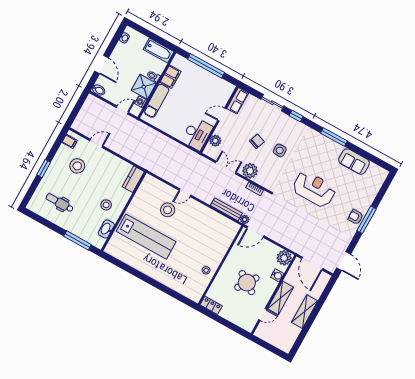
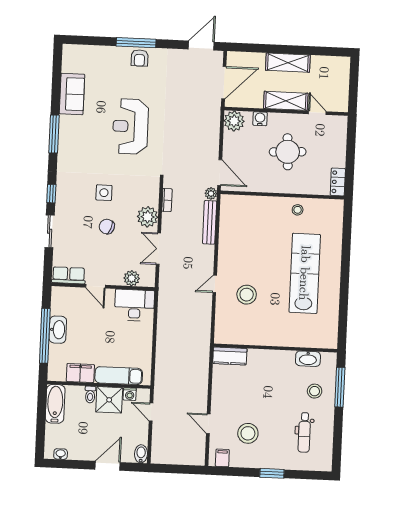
washbasin: (206, 76) -> (58, 330), added
door: (185, 193) -> (215, 284), swing flipped
stool: (106, 205) -> (315, 391), moved
lab bench: (146, 237) -> (305, 273), moved
round table: (247, 283) -> (288, 152), turned -37

